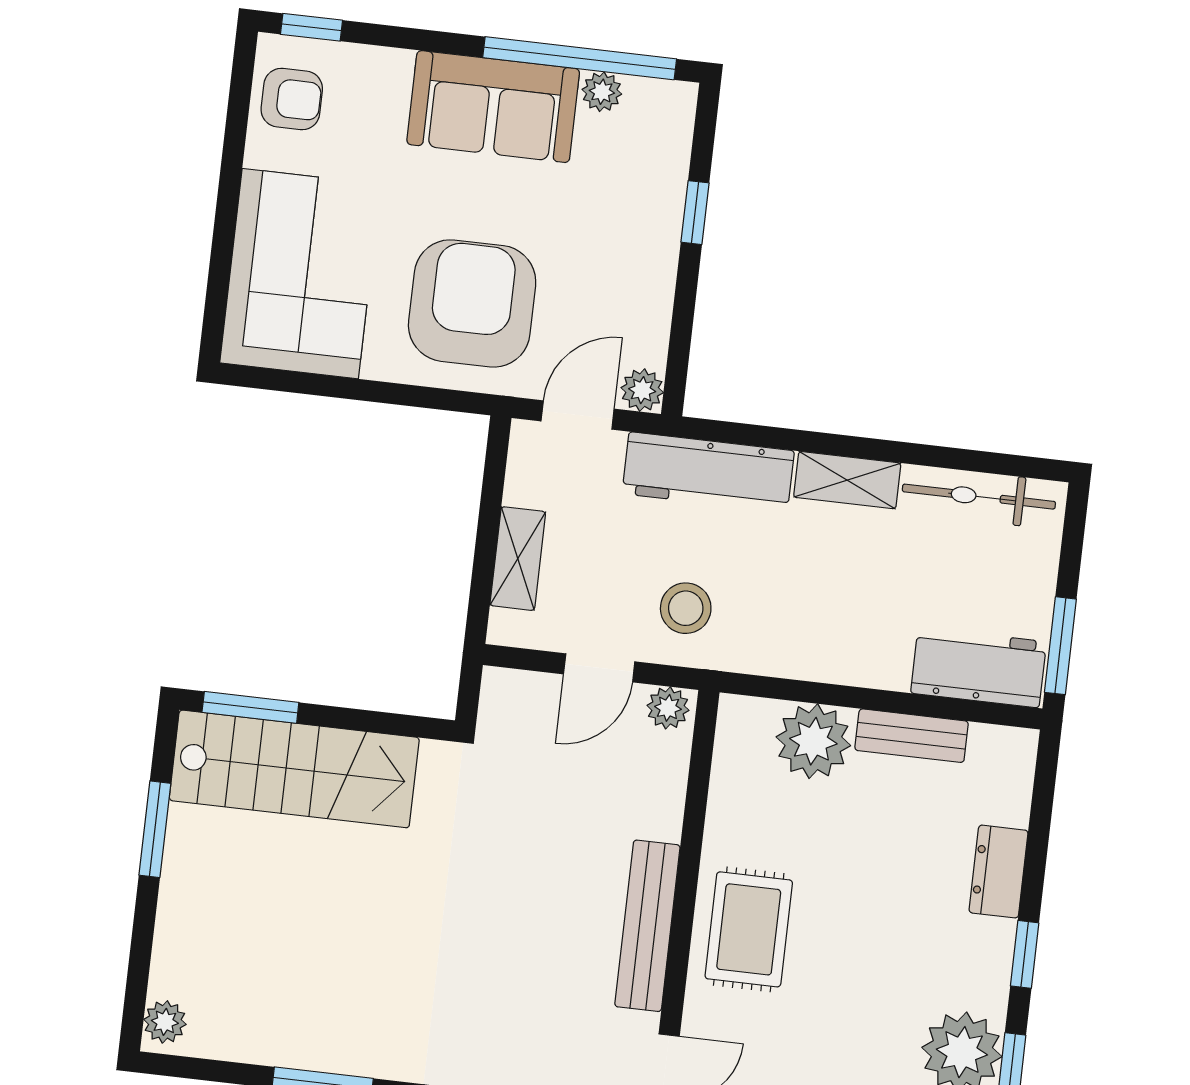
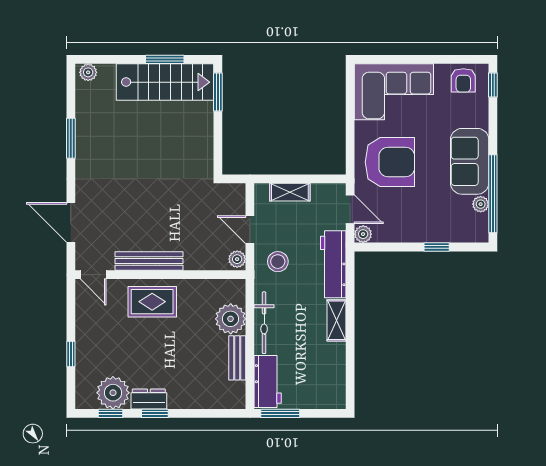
bicycle: (979, 497) -> (264, 323), moved, turned 180
stairs: (294, 769) -> (165, 82), moved, turned -90
dresser: (999, 872) -> (149, 399), moved

